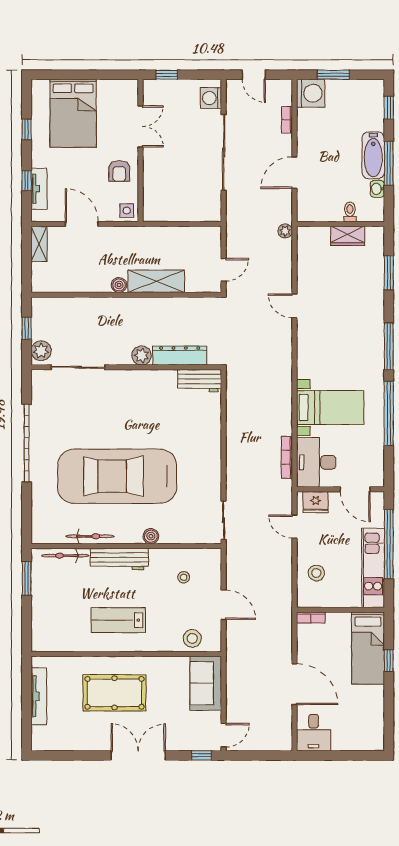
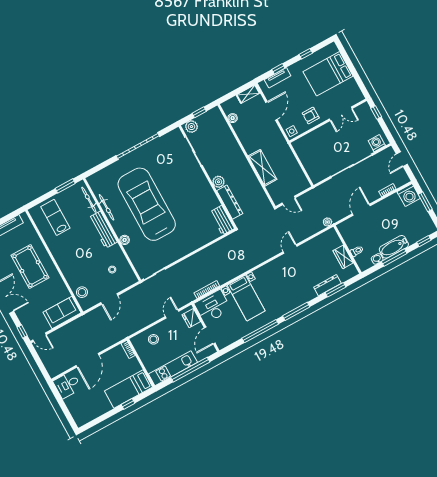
door: (294, 173) -> (361, 210), hinge flipped
dresser: (376, 281) -> (327, 285), added
boiler: (119, 285) -> (233, 118), moved
lab bench: (118, 620) -> (55, 217), moved

